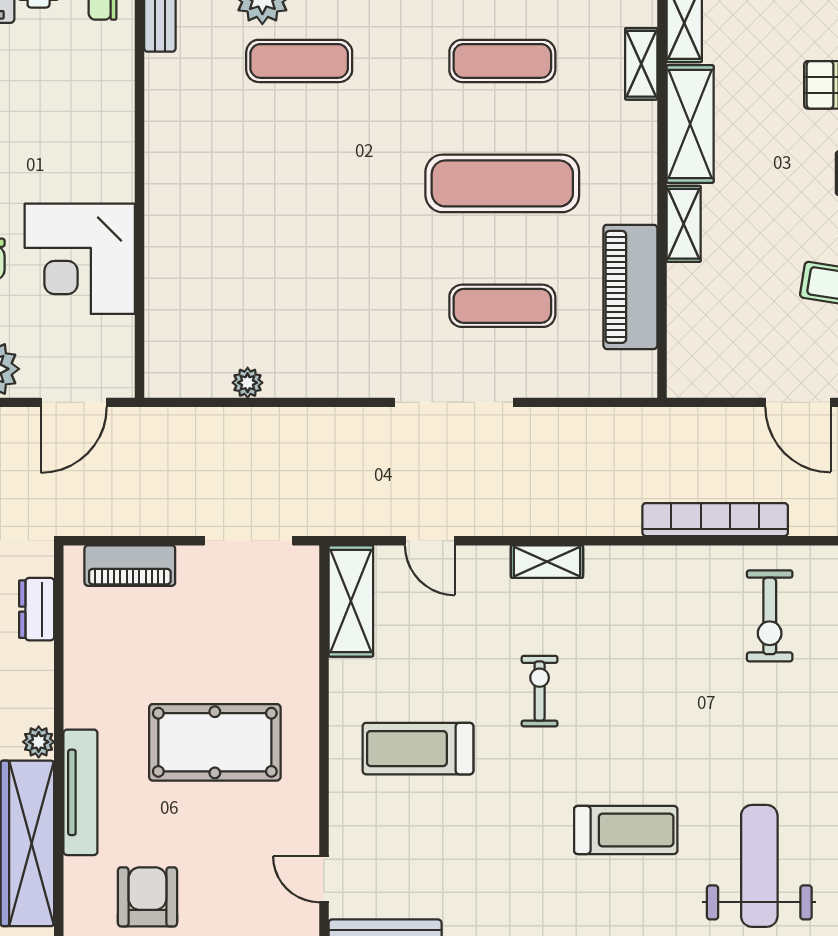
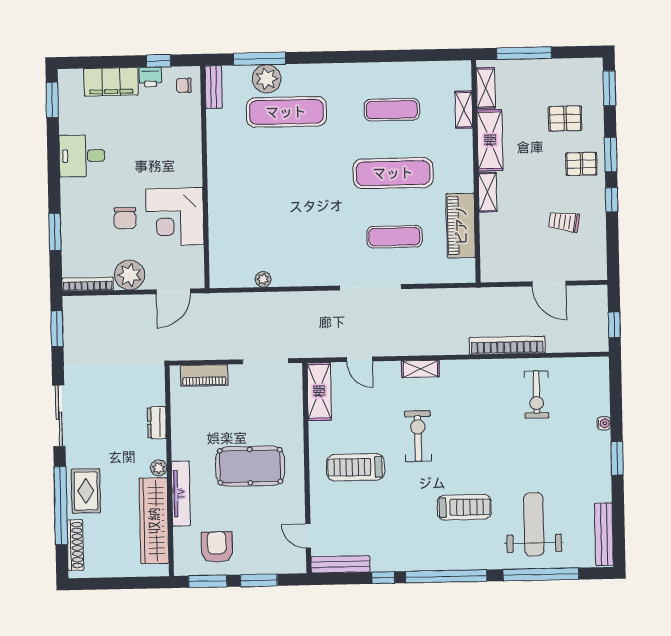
exercise mat: (299, 61) -> (286, 112), width x1.36, depth x1.45
dresser: (37, 609) -> (157, 423), moved
exercise bike: (540, 691) -> (418, 436), width x1.38, depth x1.39

